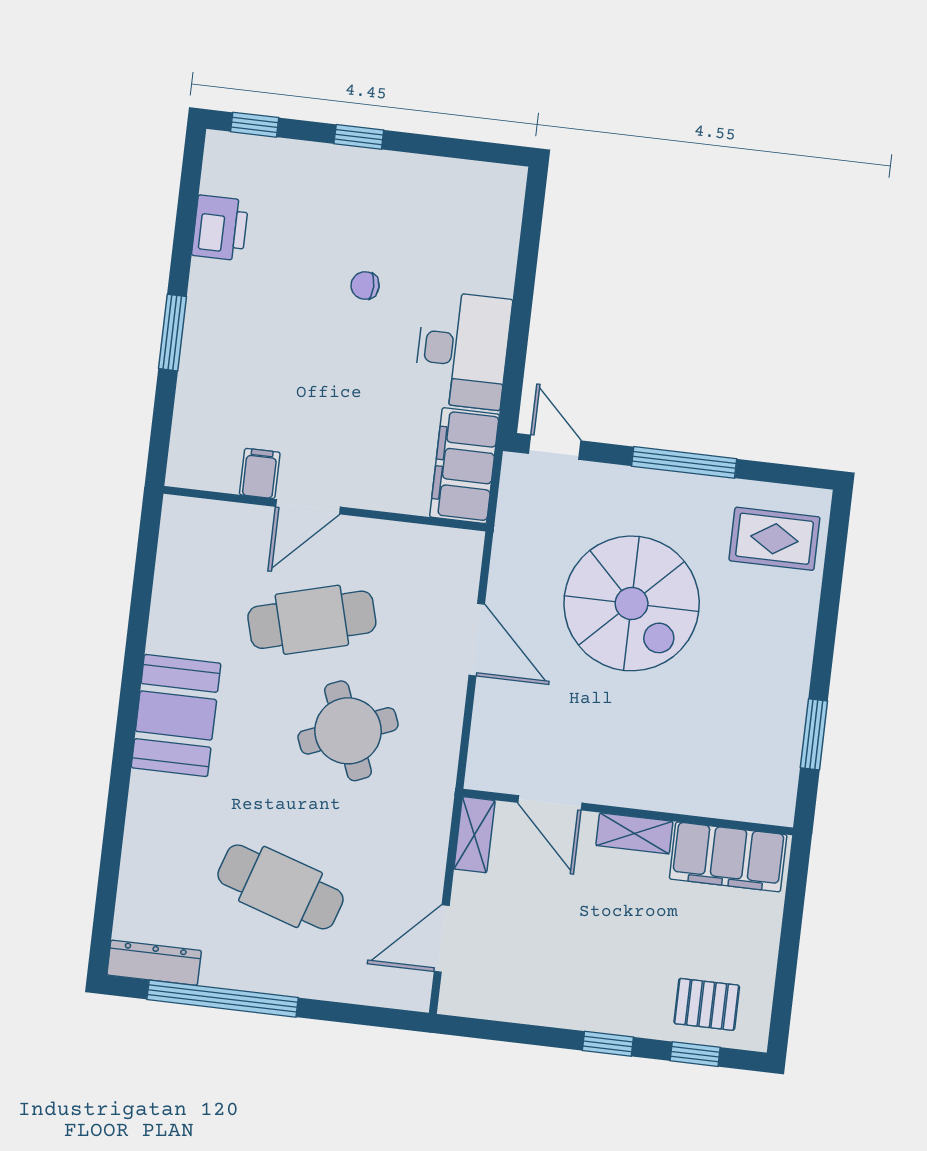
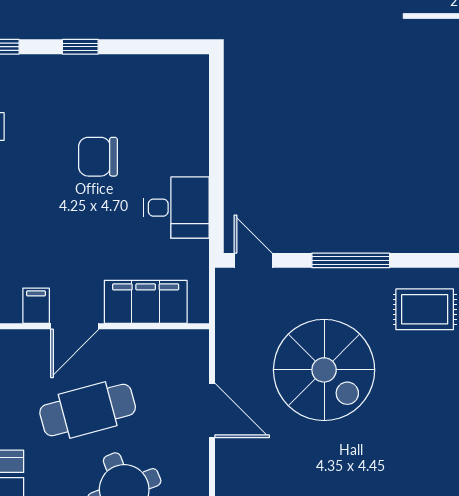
chair: (365, 285) -> (98, 157), width x1.87, depth x1.87
desk: (462, 350) -> (176, 208), width x0.73
filing cabinet: (464, 466) -> (146, 302), moved, turned 90

